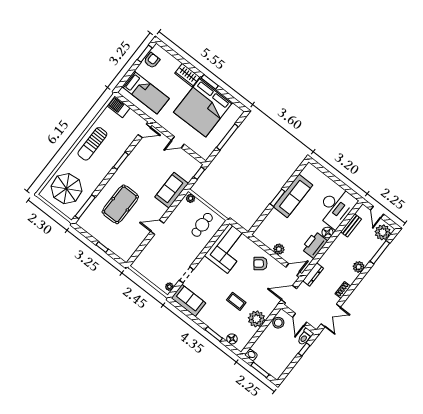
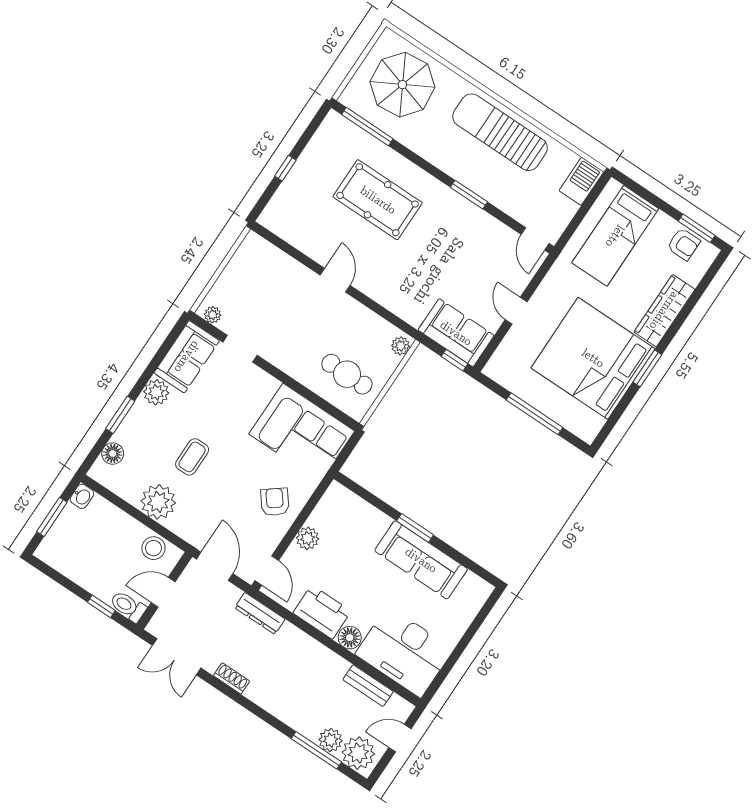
wardrobe: (187, 75) -> (664, 311), width x1.50
sun lounger: (92, 144) -> (500, 132), width x1.36, depth x1.34
sofa: (172, 190) -> (456, 333), moved
plant: (359, 267) -> (331, 740), moved
plant: (204, 316) -> (156, 392), added

